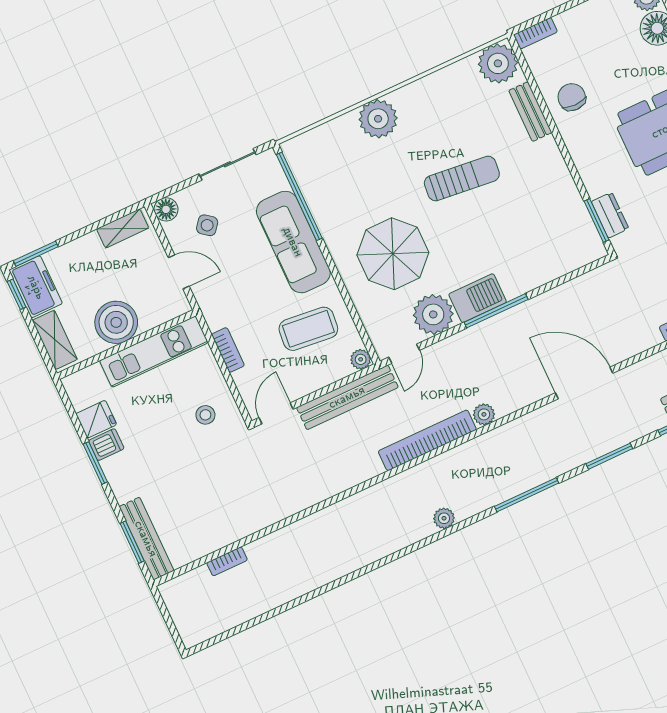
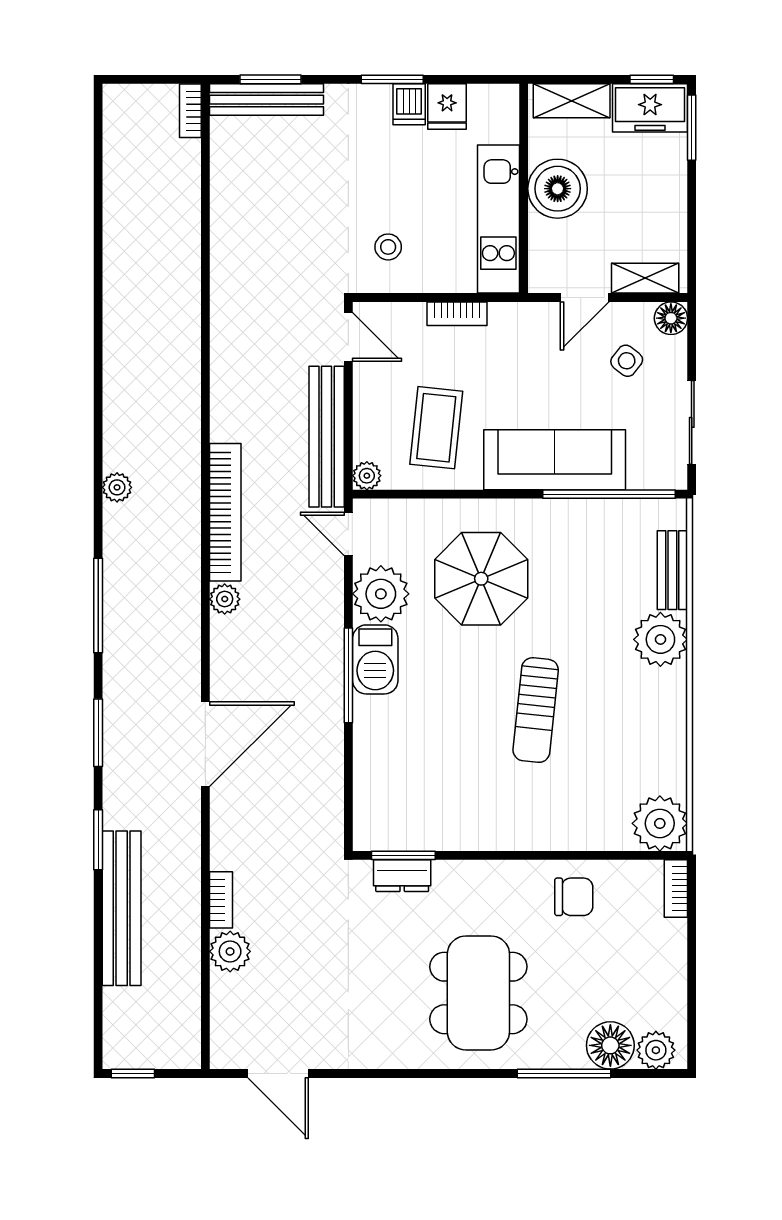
bench: (530, 112) -> (672, 570), moved, turned 90
shelving: (123, 228) -> (645, 278), moved, turned 90
bookcase: (227, 561) -> (190, 111), moved

